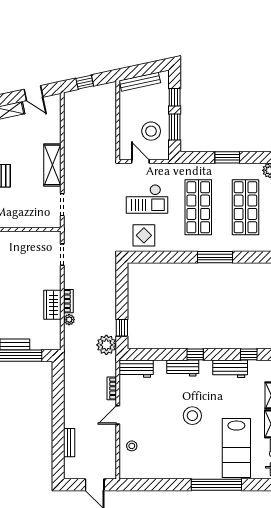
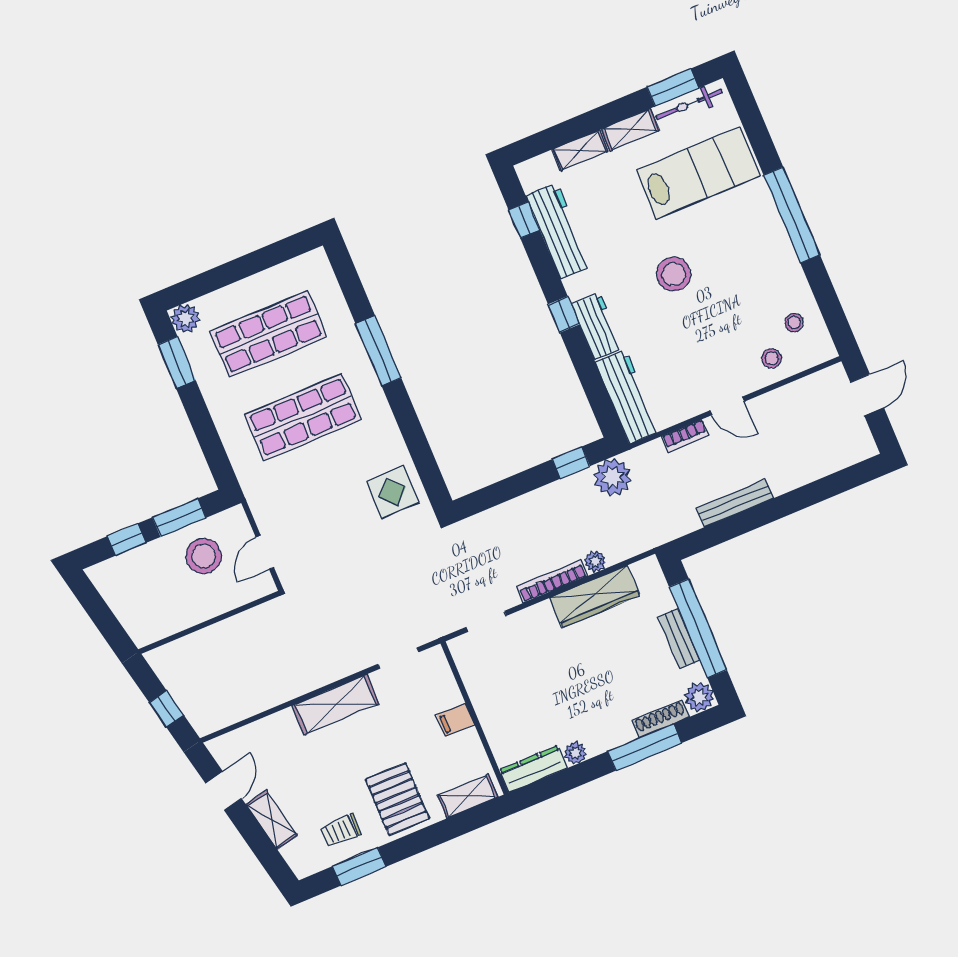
bench: (140, 82) -> (125, 612), removed
window: (227, 157) -> (177, 362), moved
checkout: (147, 199) -> (326, 513), removed
filing cabinet: (21, 220) -> (455, 720), added
bookcase: (68, 301) -> (552, 581), width x1.56
wardrobe: (52, 305) -> (595, 597), width x1.50
workbench: (136, 369) -> (628, 396), width x1.38
workbench: (230, 369) -> (559, 231), width x1.38
bench: (69, 443) -> (735, 503), moved, width x1.36
stool: (145, 464) -> (794, 322), added
window: (216, 485) -> (792, 215), moved

